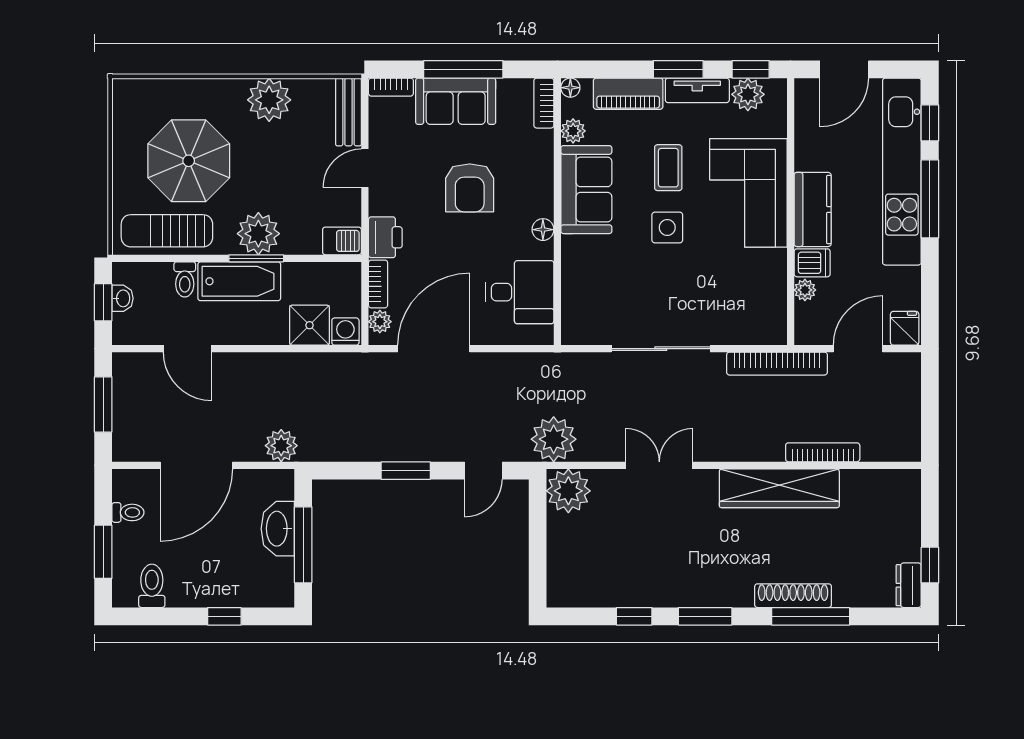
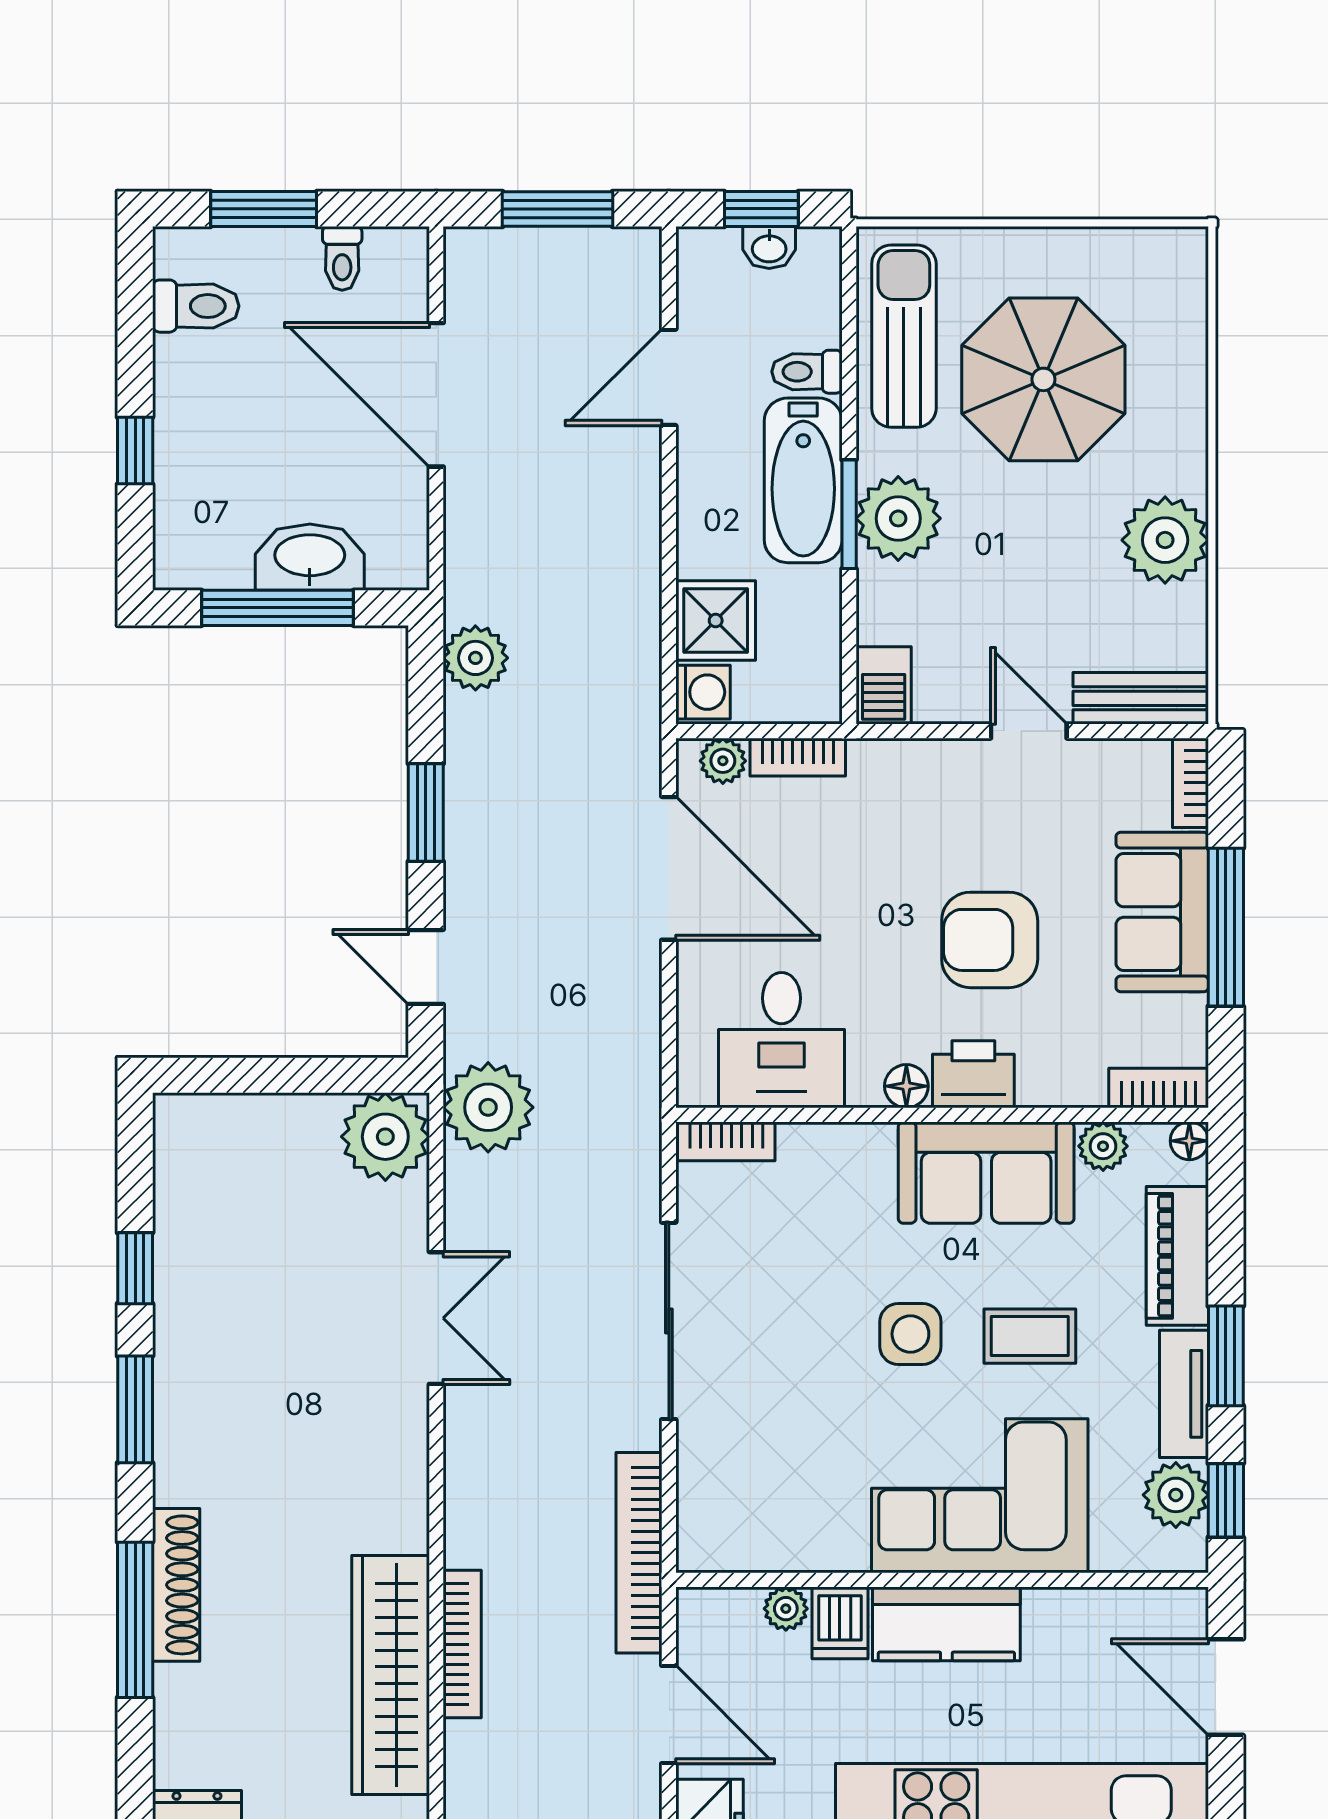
printer: (385, 237) -> (973, 1074), moved, turned 180
bookcase: (571, 320) -> (726, 1141), added
plant: (281, 446) -> (475, 658), moved
wardrobe: (779, 488) -> (391, 1675), moved

